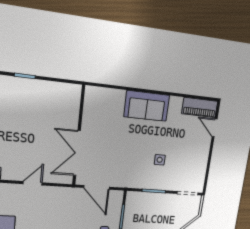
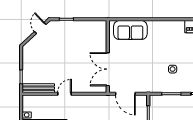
sofa: (147, 106) -> (130, 30), moved
door: (33, 183) -> (64, 94), moved

